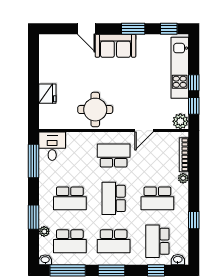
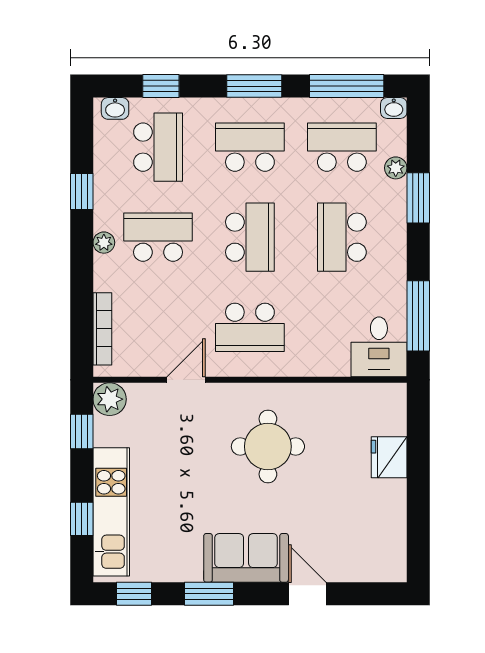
window: (194, 83) -> (82, 519), moved
round table: (95, 110) -> (268, 447), moved
plant: (183, 178) -> (104, 243), moved
school desk: (70, 198) -> (342, 237), turned -90

